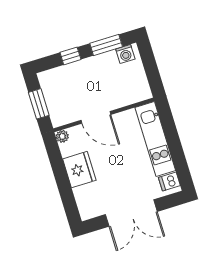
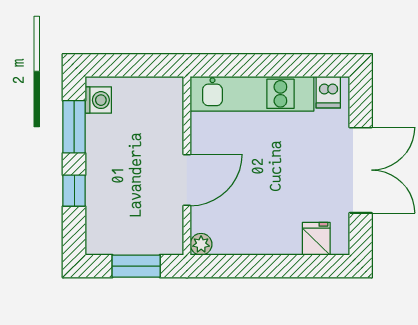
fridge: (79, 170) -> (316, 239), moved, width x0.53, depth x0.75

